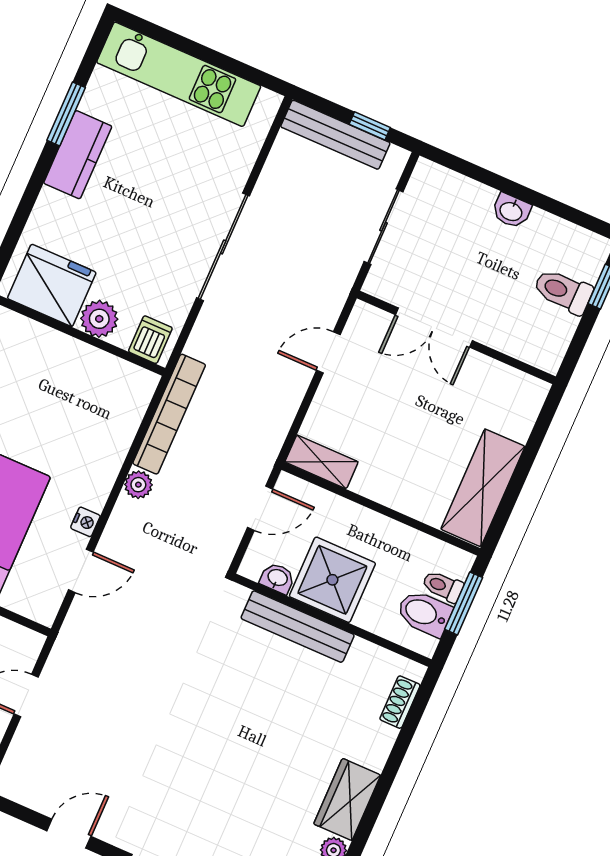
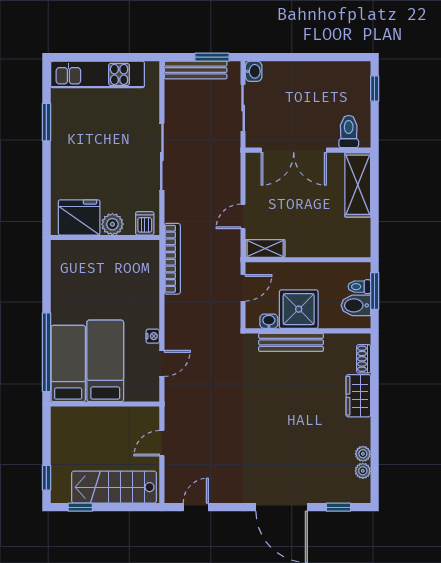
window: (370, 126) -> (212, 57), width x1.50
kitchen counter: (78, 155) -> (62, 141), removed
washbasin: (511, 211) -> (254, 71), moved, turned -90
toilet: (563, 291) -> (349, 132), moved, turned 90
double door: (434, 328) -> (294, 150), width x1.37
door: (328, 352) -> (243, 216), moved
plant: (138, 485) -> (172, 304), removed
shelving: (483, 488) -> (358, 185), moved
wardrobe: (347, 800) -> (358, 396), moved
door: (69, 834) -> (196, 507), moved

